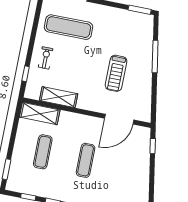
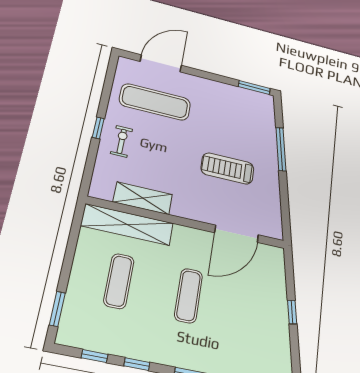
treadmill: (116, 73) -> (227, 168), turned 90
window: (26, 74) -> (98, 128), moved
shelving: (40, 114) -> (127, 225), width x1.47
window: (153, 146) -> (292, 312), moved

